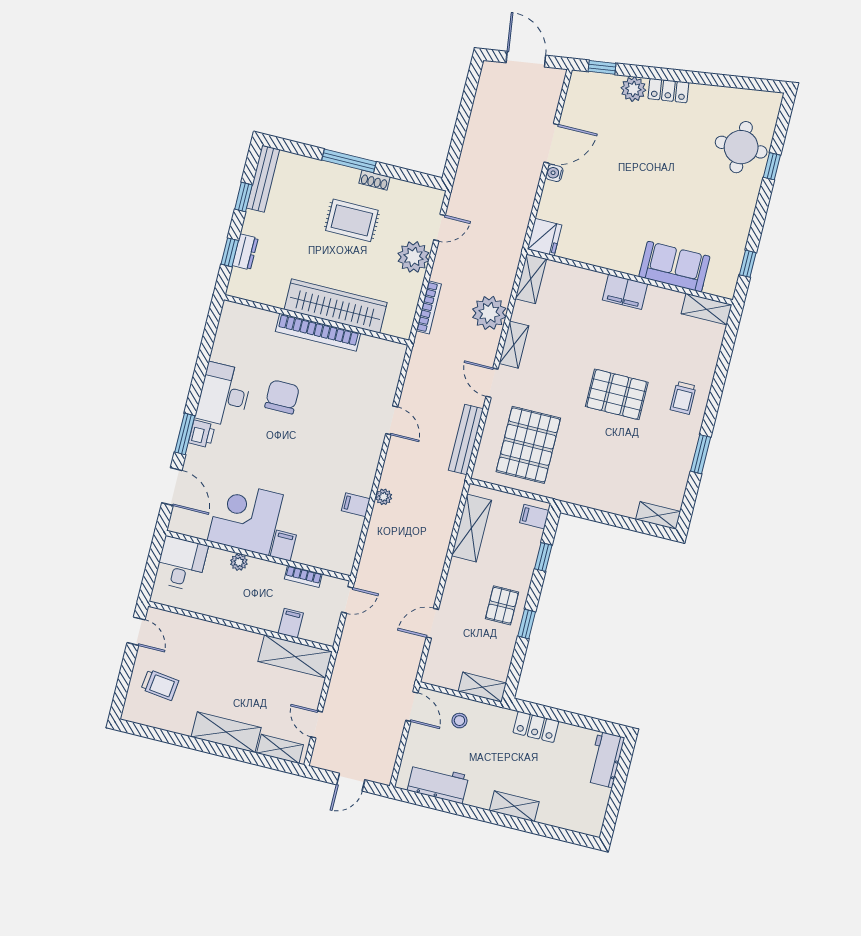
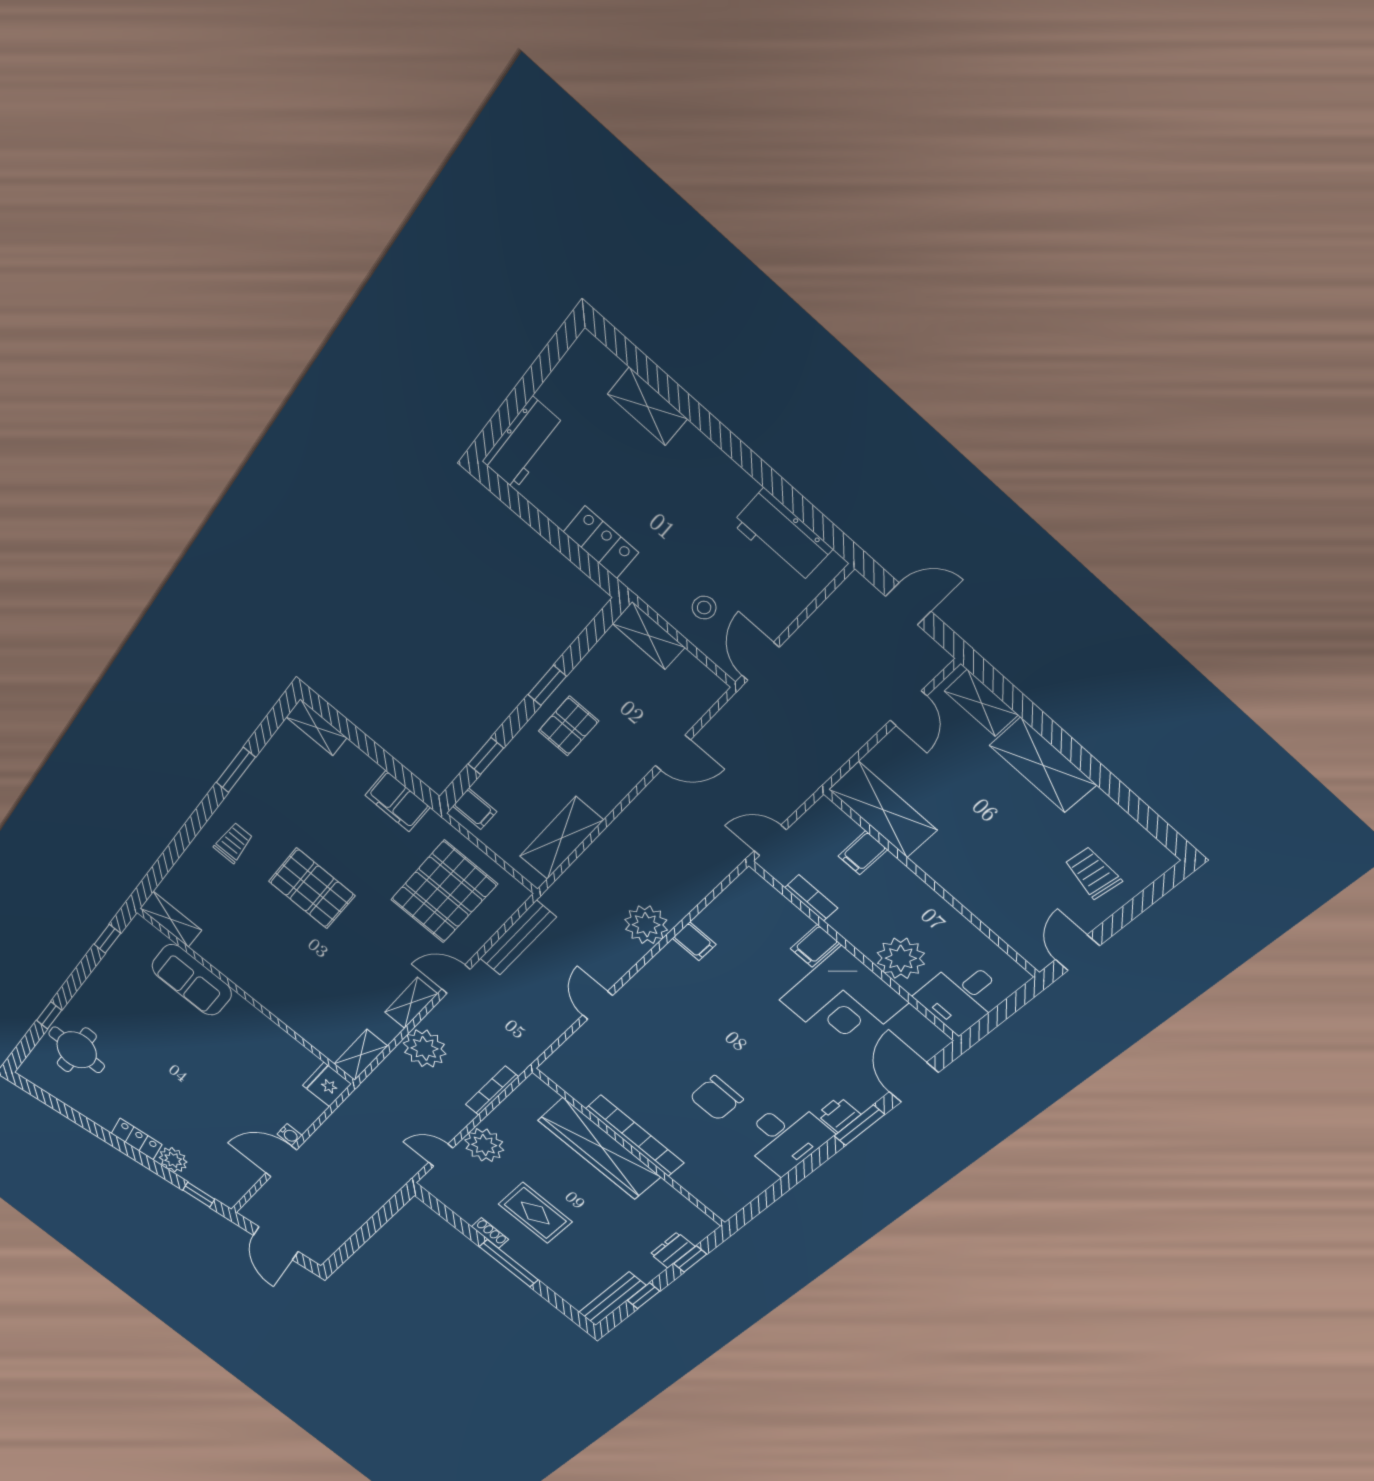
filing cabinet: (625, 292) -> (398, 801), moved, turned 180
door: (492, 383) -> (456, 979), swing flipped
plant: (384, 497) -> (646, 925), width x1.87, depth x1.87
plant: (239, 562) -> (901, 958), width x1.87, depth x1.87
shelving: (514, 806) -> (647, 406), moved

